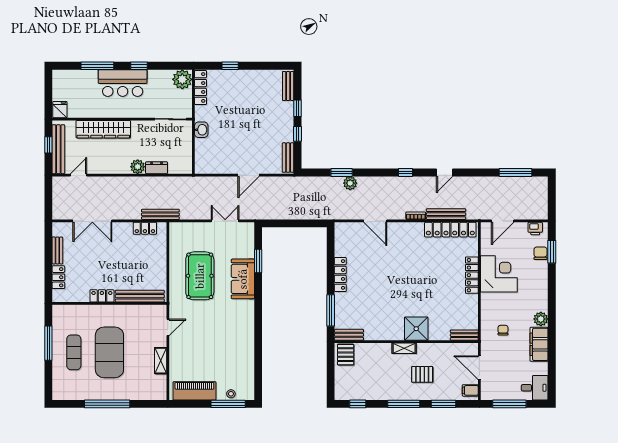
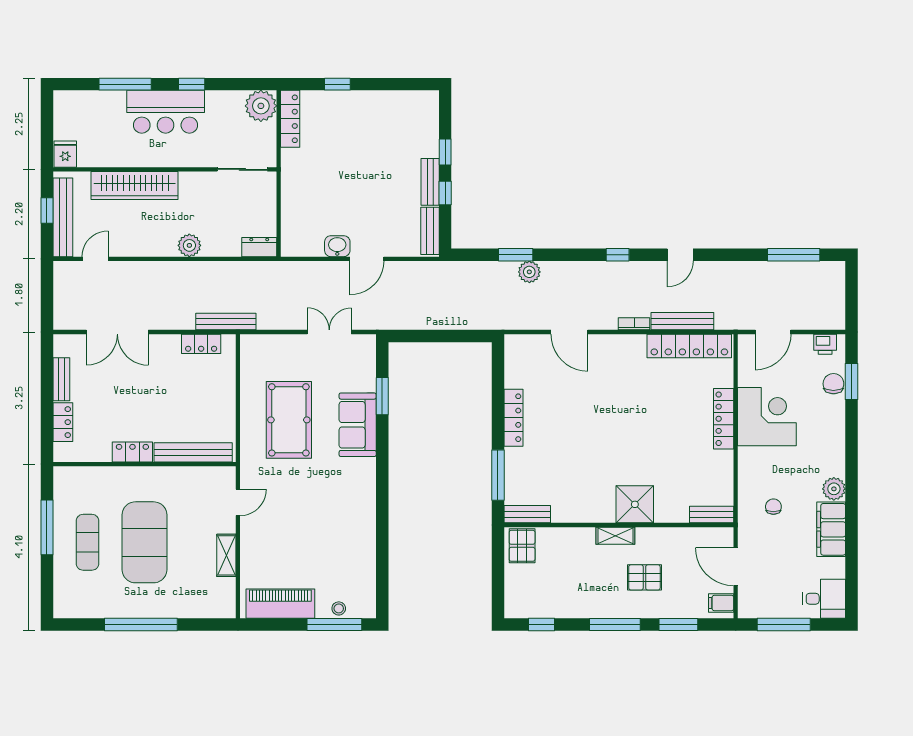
bench: (288, 86) -> (430, 182), moved
washbasin: (201, 130) -> (337, 246), moved, turned -90
dresser: (157, 168) -> (259, 247), moved

